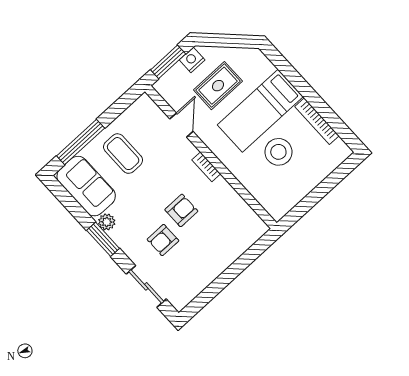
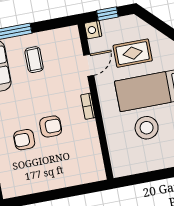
nightstand: (192, 60) -> (93, 30), moved, turned -90
window: (168, 62) -> (107, 14), width x0.67
coffee table: (123, 154) -> (34, 60), width x0.73, depth x0.77

